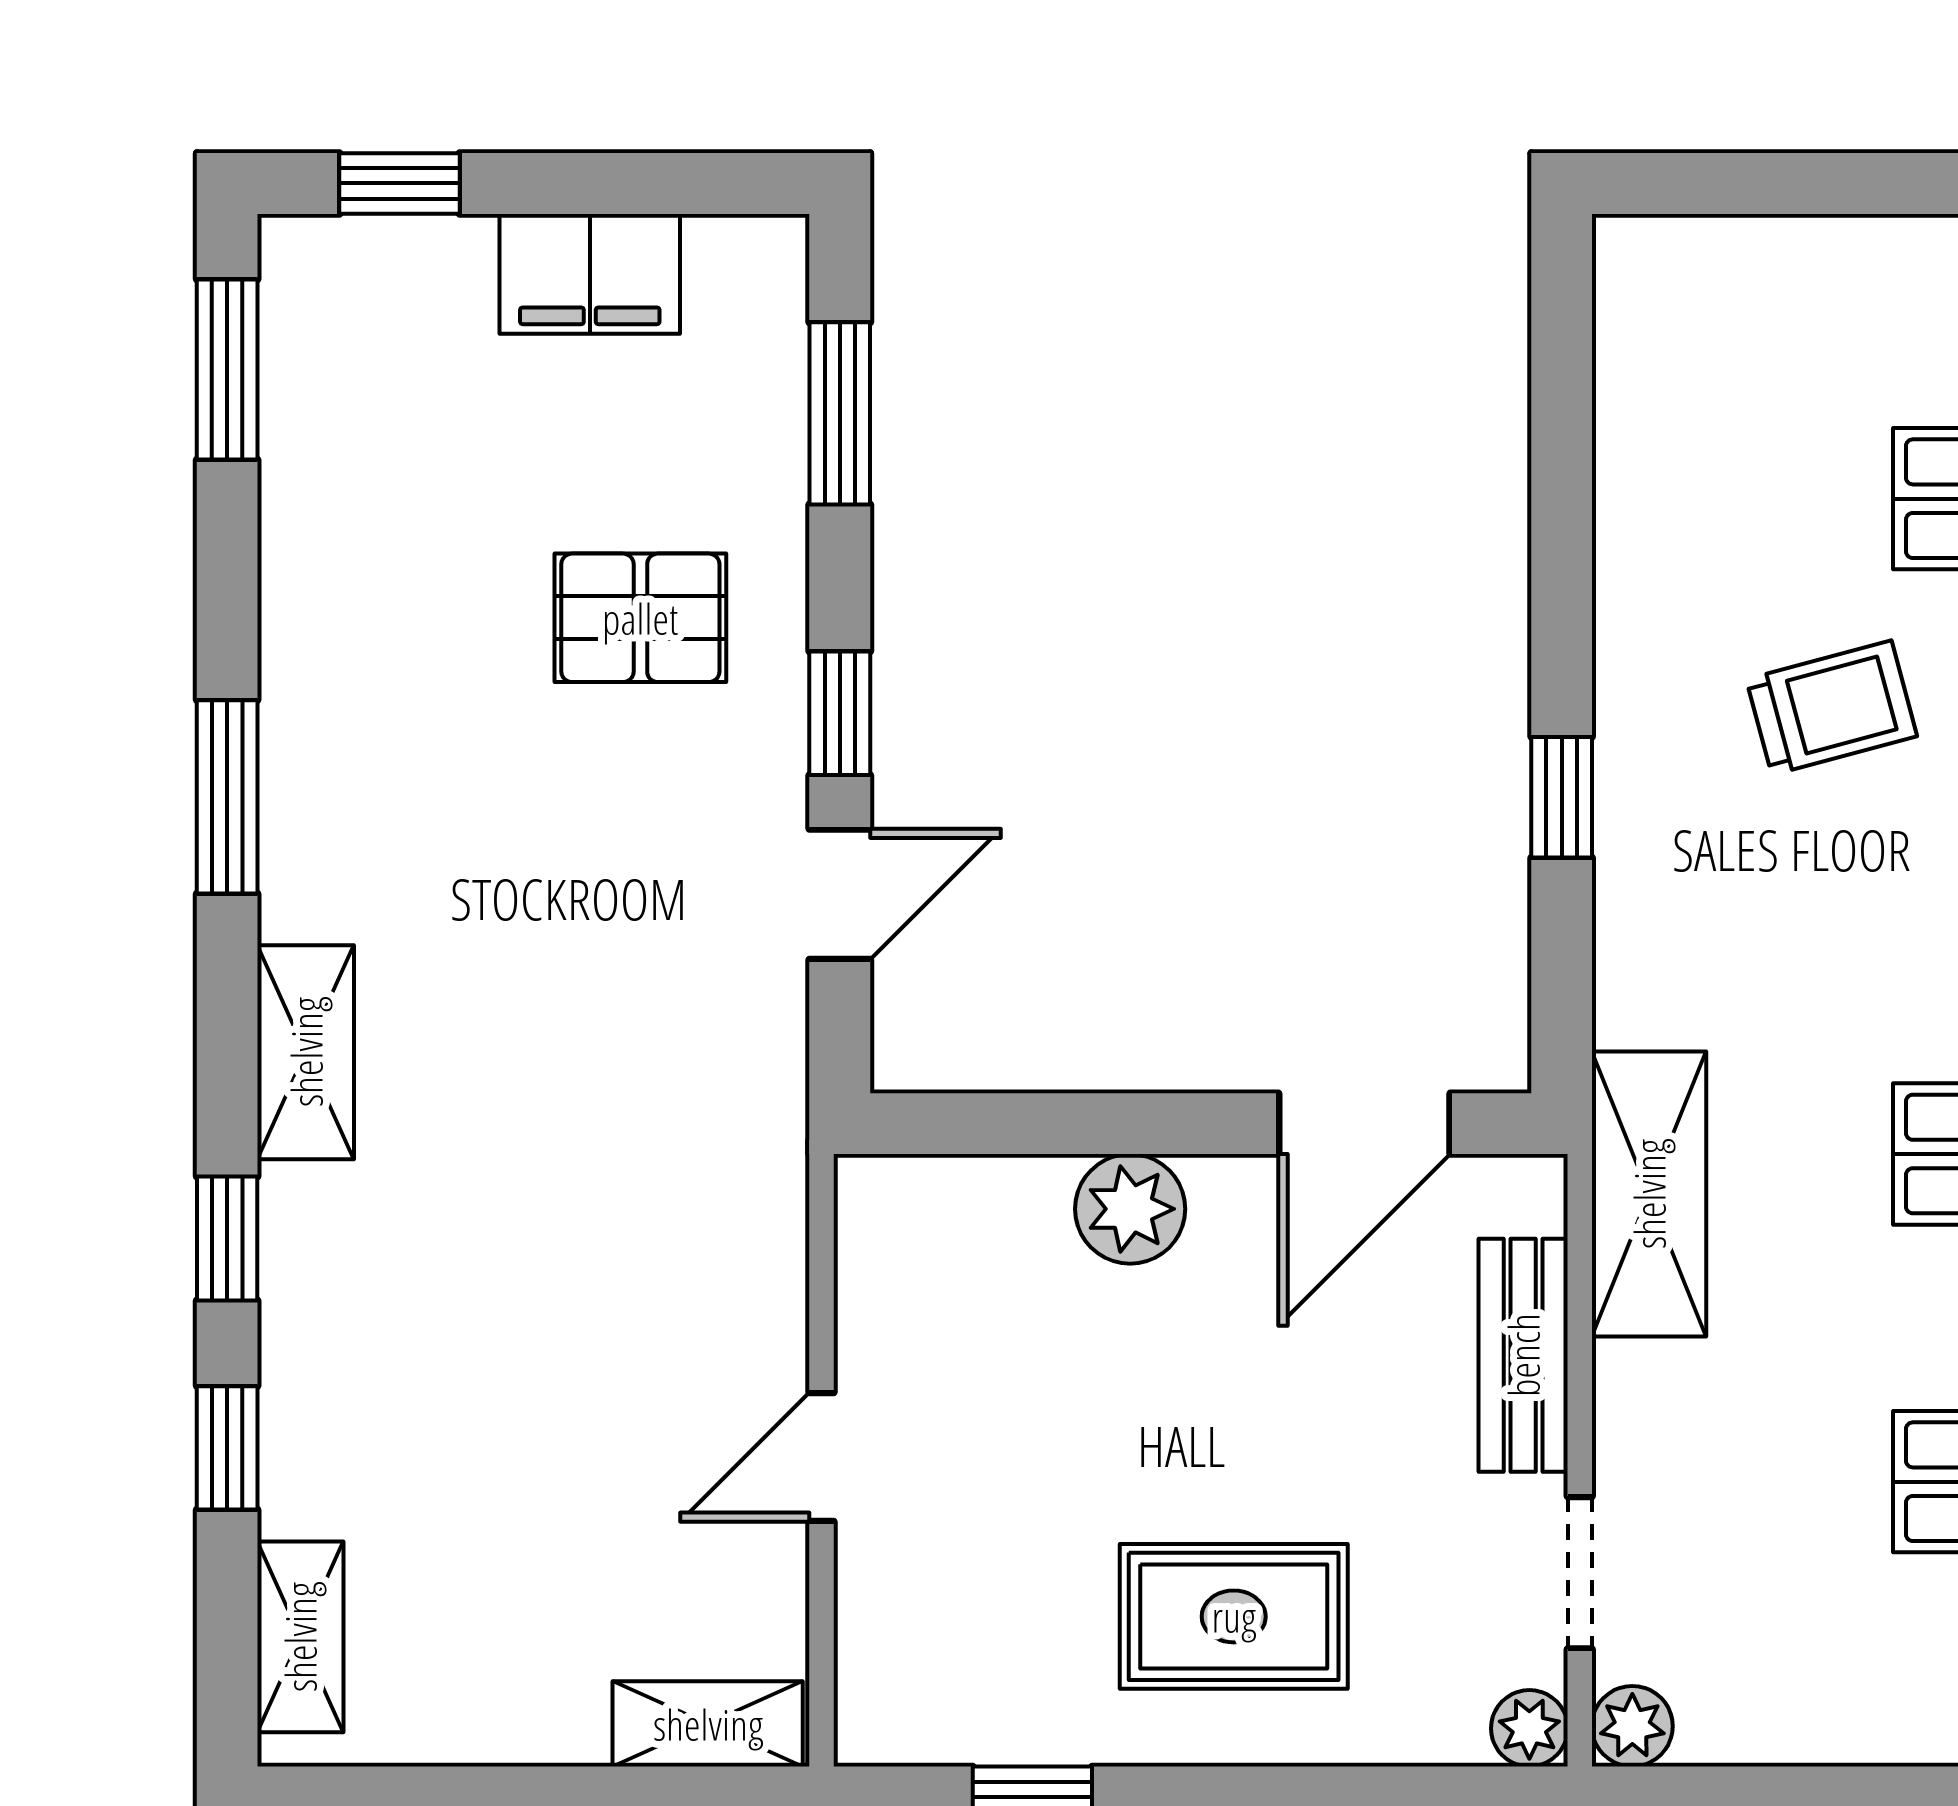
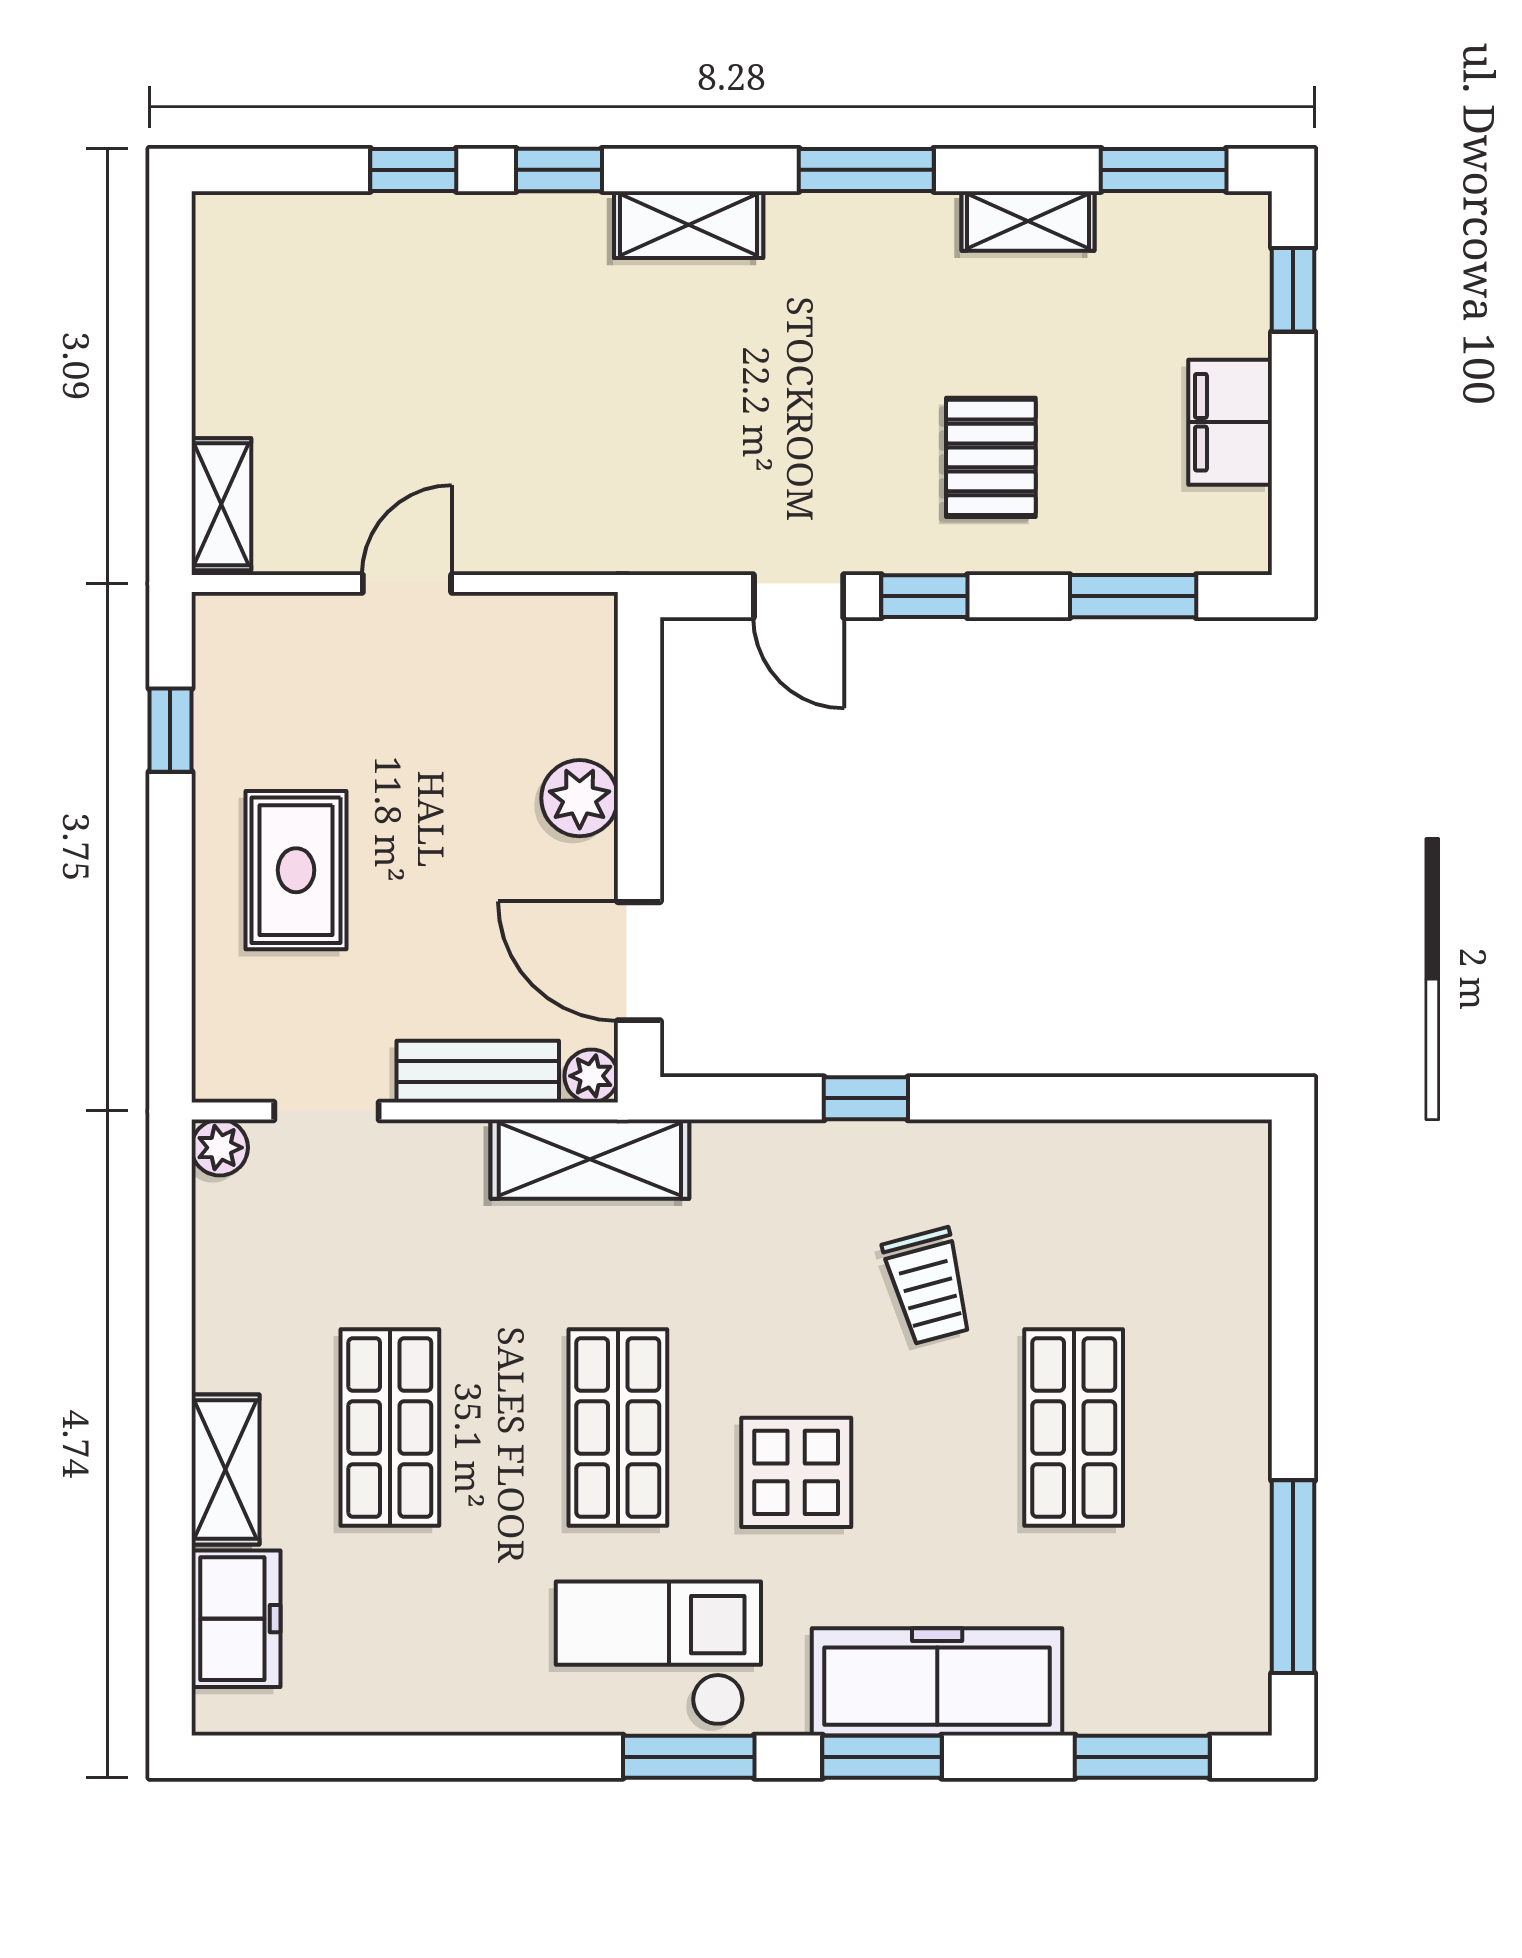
door: (822, 1457) -> (407, 583), hinge flipped
shelving: (300, 1637) -> (1028, 221), moved
plant: (1529, 1728) -> (591, 1076), moved

